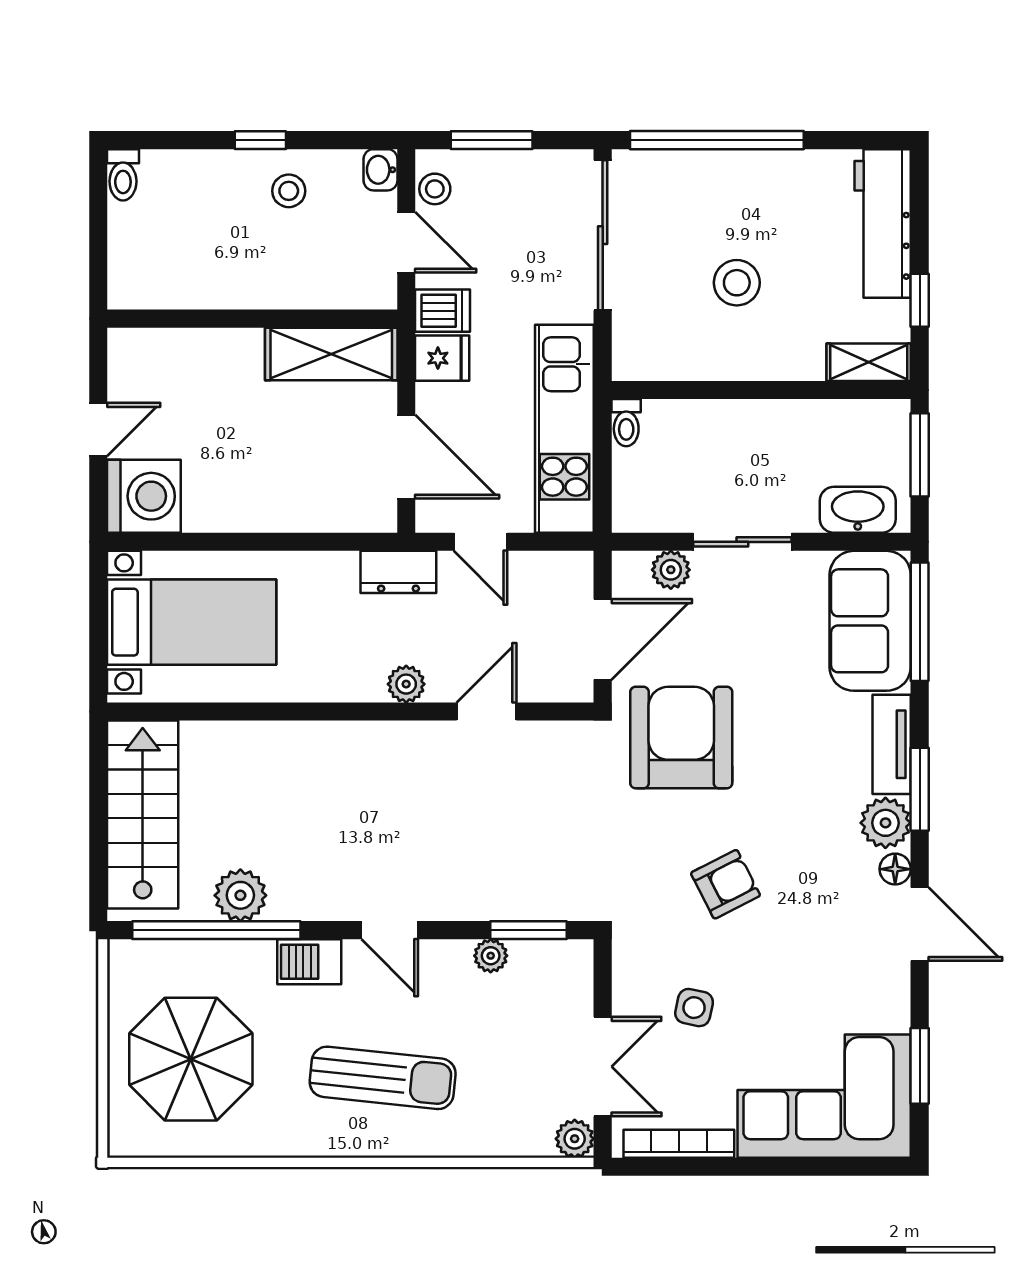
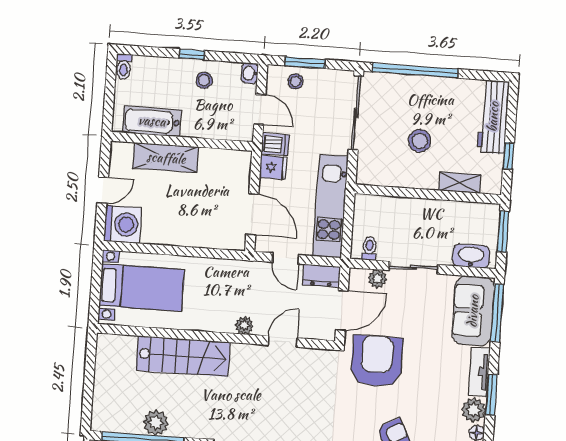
stool: (435, 189) -> (295, 81), moved
bathtub: (188, 282) -> (152, 121), added
shelving: (331, 354) -> (166, 158), moved
shelving: (869, 362) -> (460, 183), moved
toilet: (626, 423) -> (369, 248), moved, turned 180
dresser: (398, 572) -> (321, 276), moved
stairs: (143, 815) -> (183, 356), moved, turned 90

